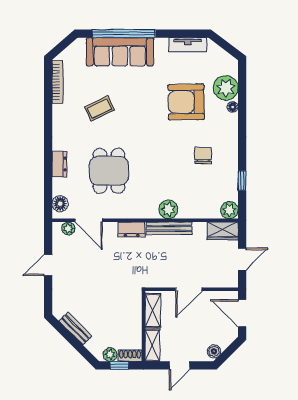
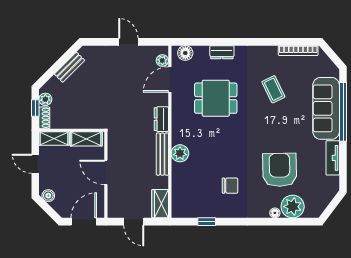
tv unit: (188, 45) -> (333, 158), moved
plant: (229, 210) -> (179, 210), removed

